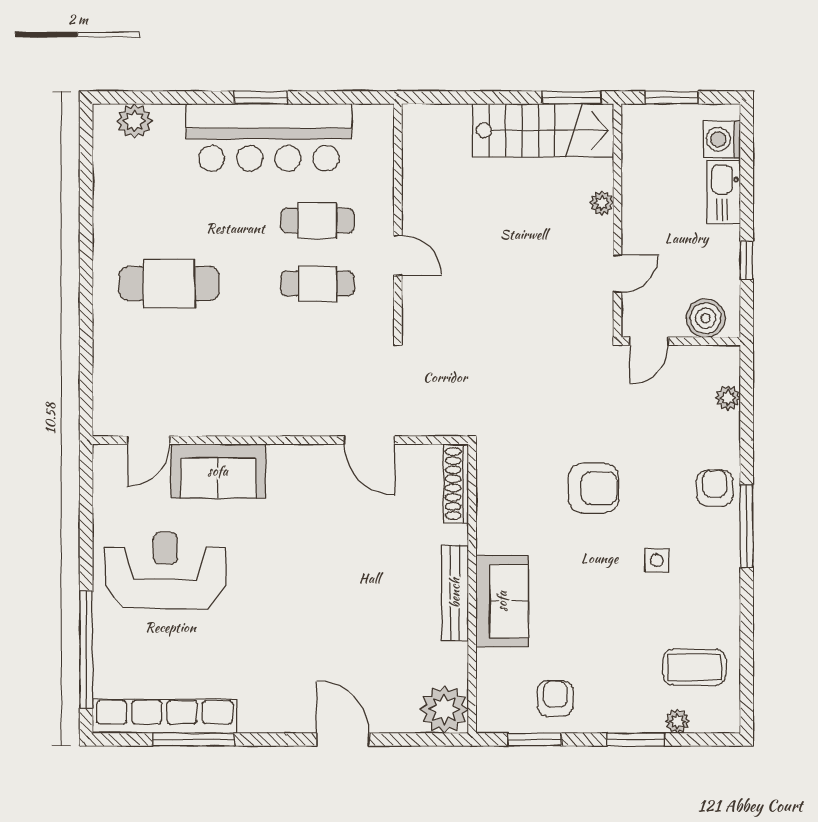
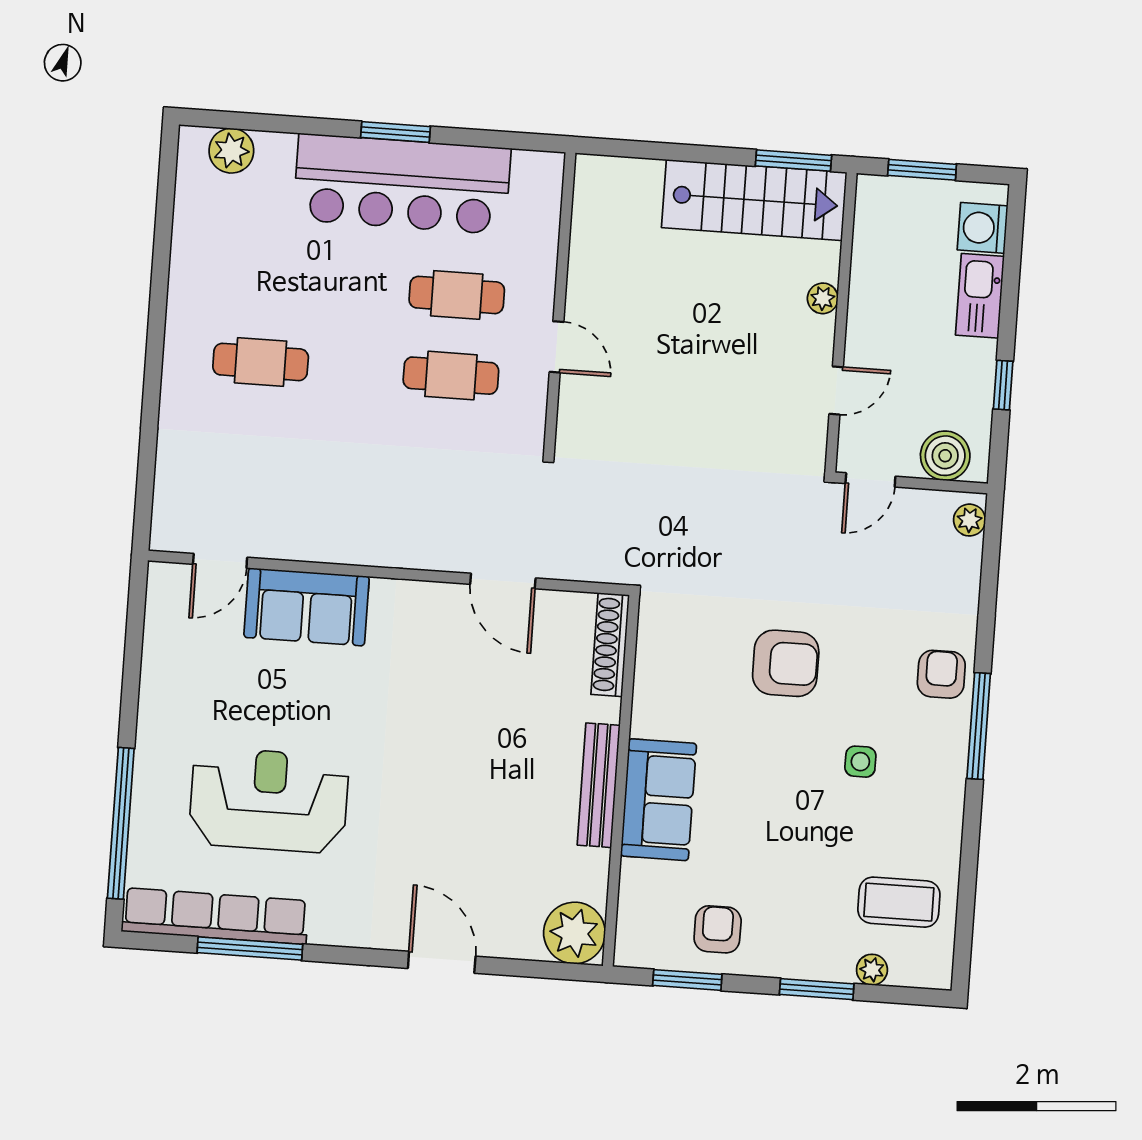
cafe table: (169, 284) -> (261, 362), width x0.73, depth x0.74
plant: (728, 398) -> (969, 520), moved
reception desk: (165, 570) -> (269, 800), moved

